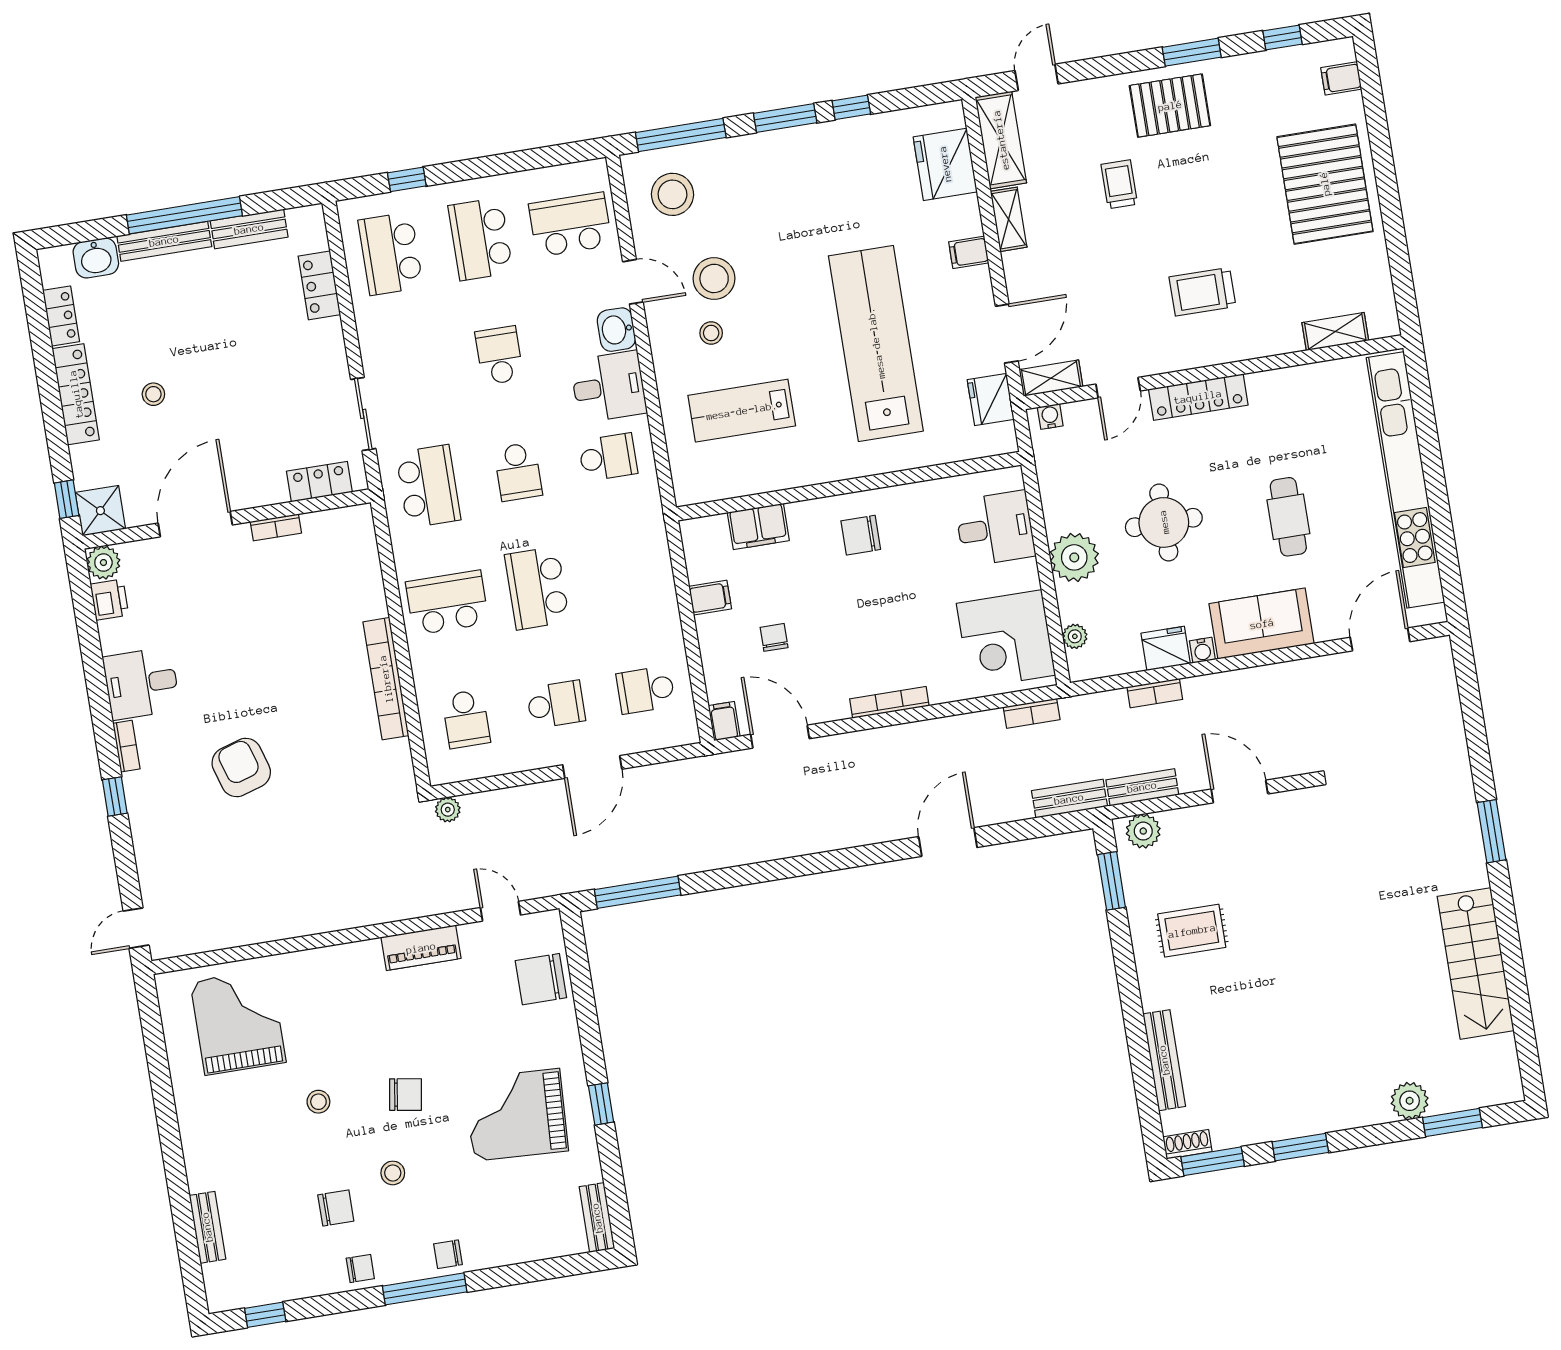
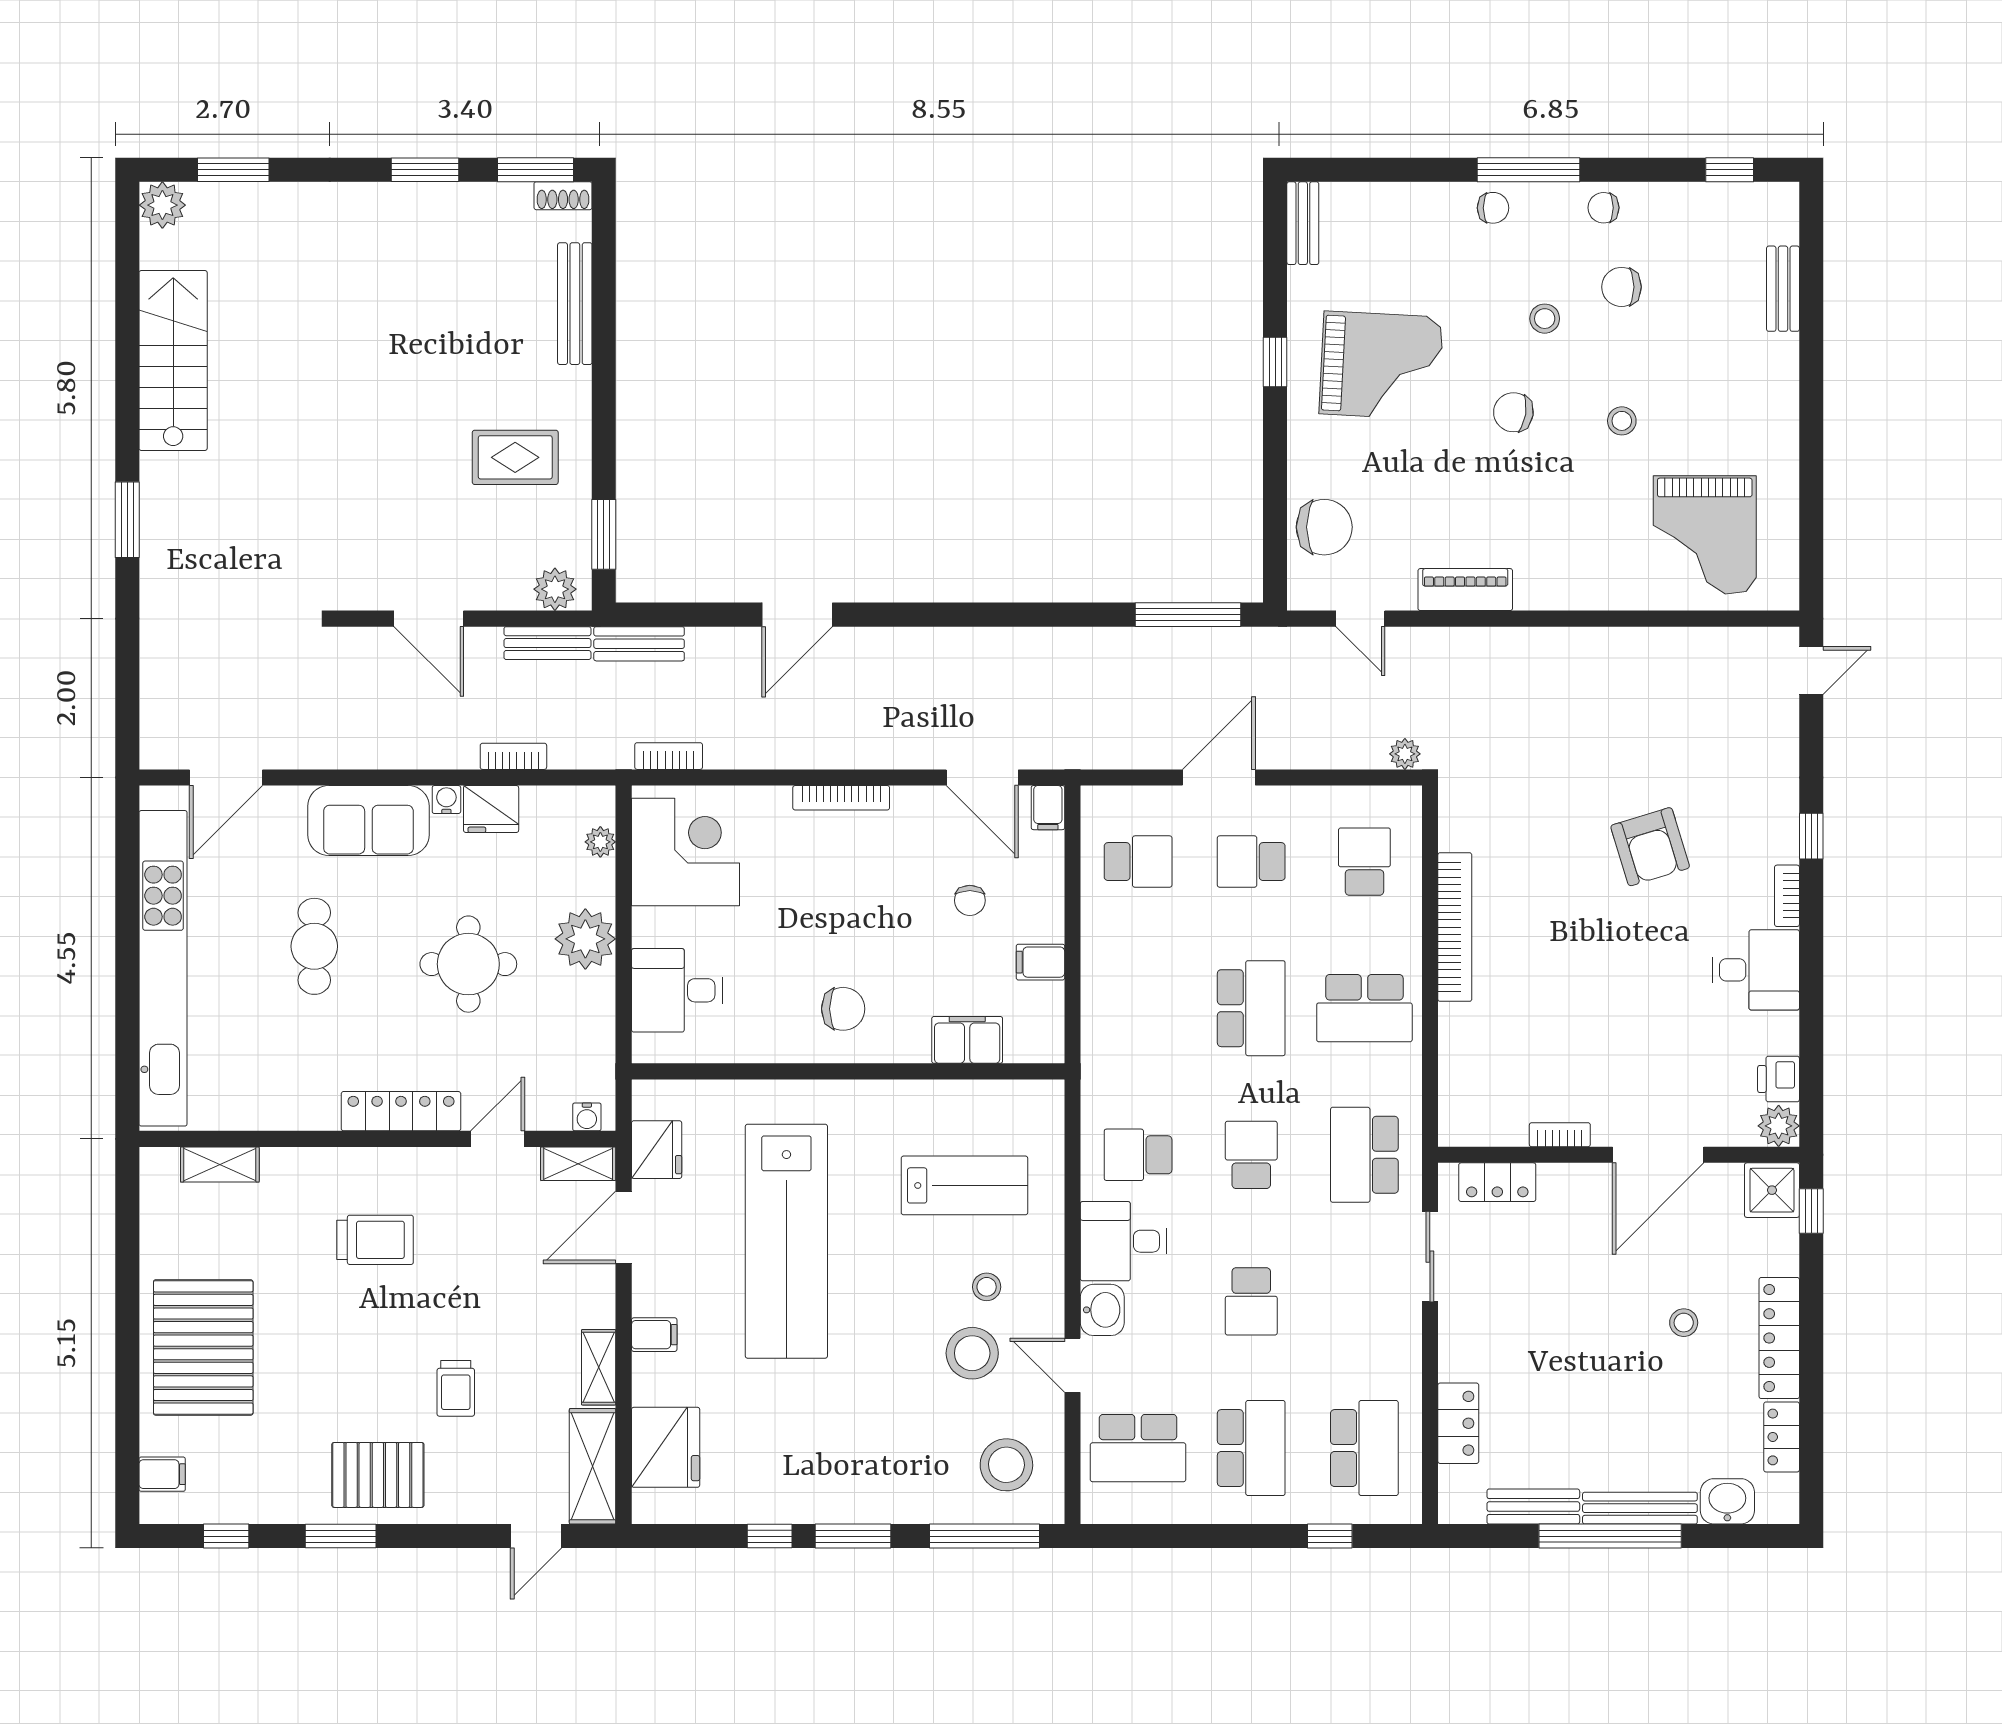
plant: (1410, 1101) -> (162, 205), moved

